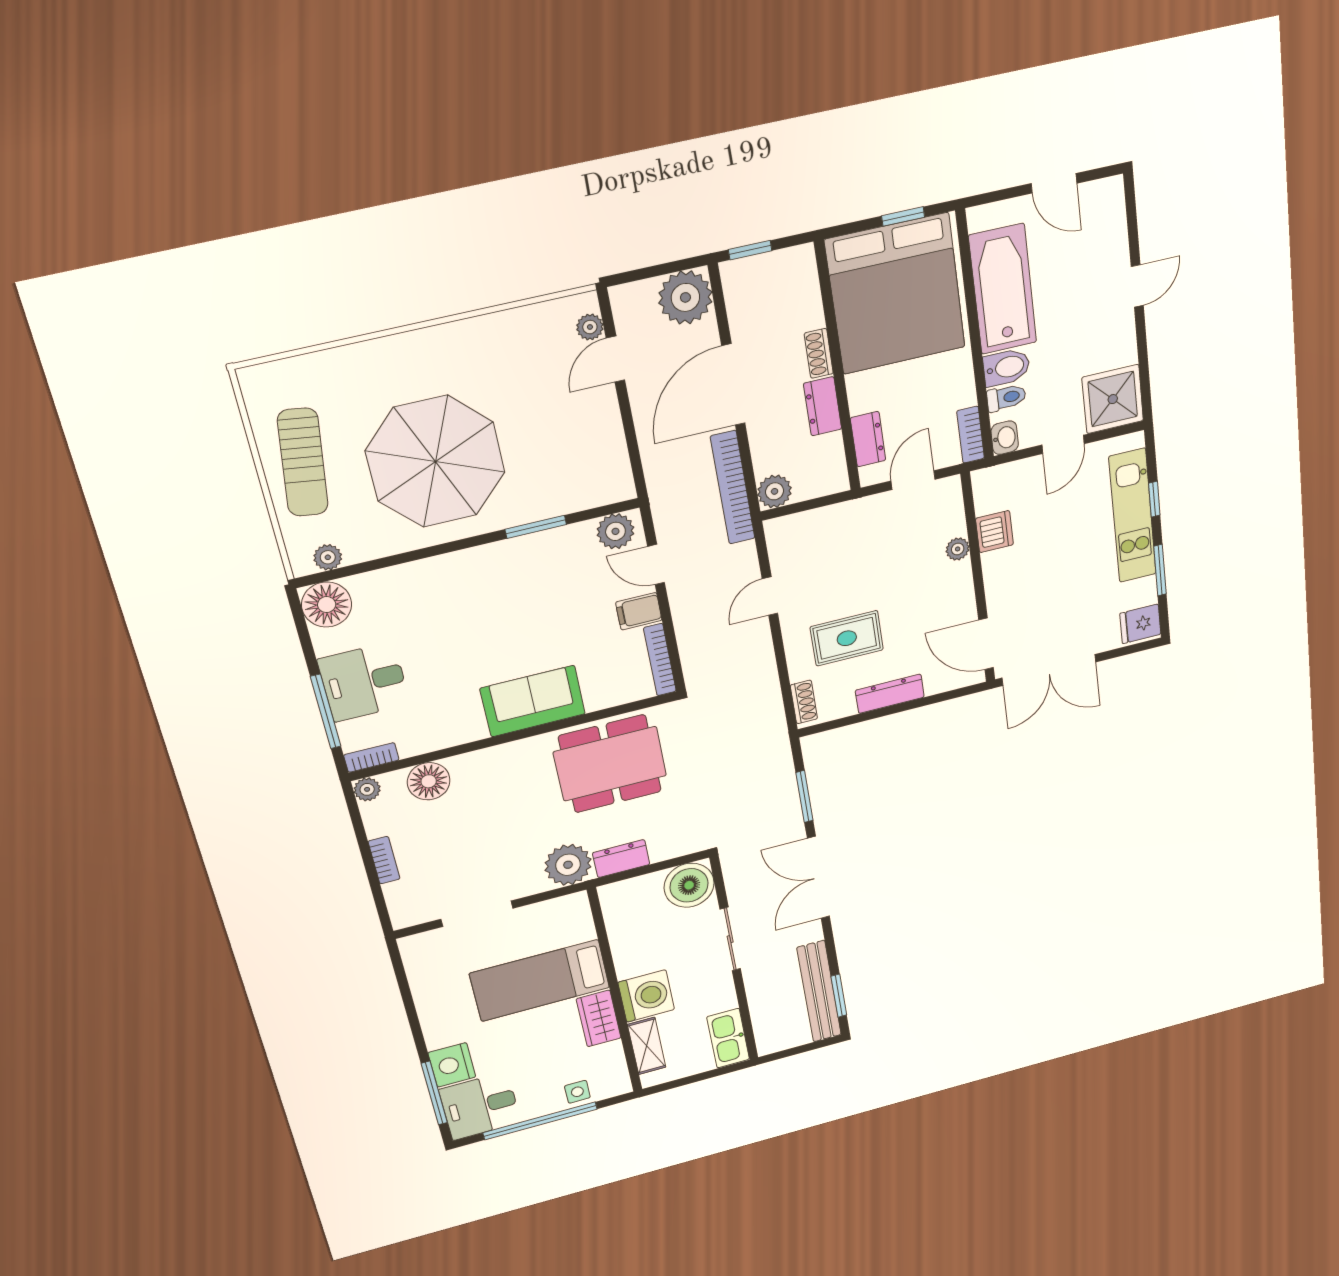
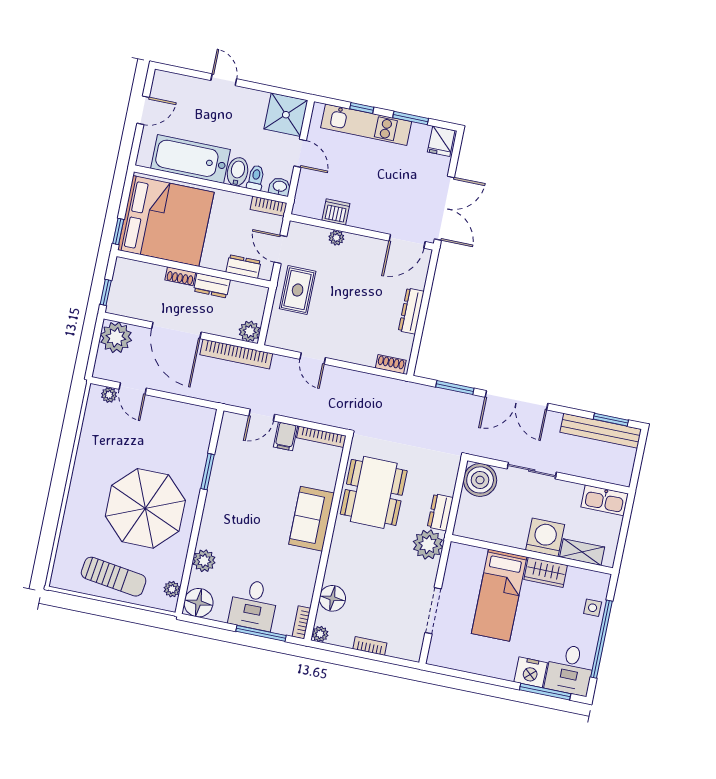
window: (903, 216) -> (118, 232), moved
plant: (615, 531) -> (204, 561), moved
rug: (847, 638) -> (298, 290), moved

